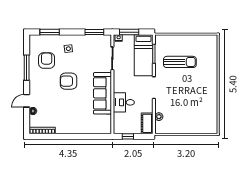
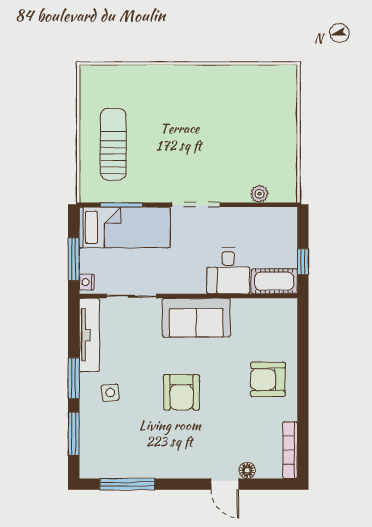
window: (94, 32) -> (74, 378), moved
tv unit: (95, 39) -> (89, 335), added
armchair: (47, 60) -> (268, 379), moved
sun lounger: (180, 62) -> (113, 144), moved
window: (27, 68) -> (127, 484), moved
sofa: (102, 93) -> (196, 318), width x0.73
cot: (147, 123) -> (274, 281), moved

